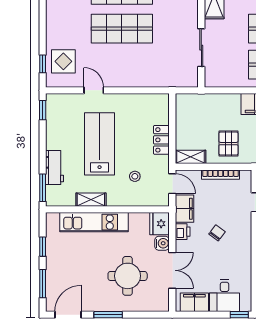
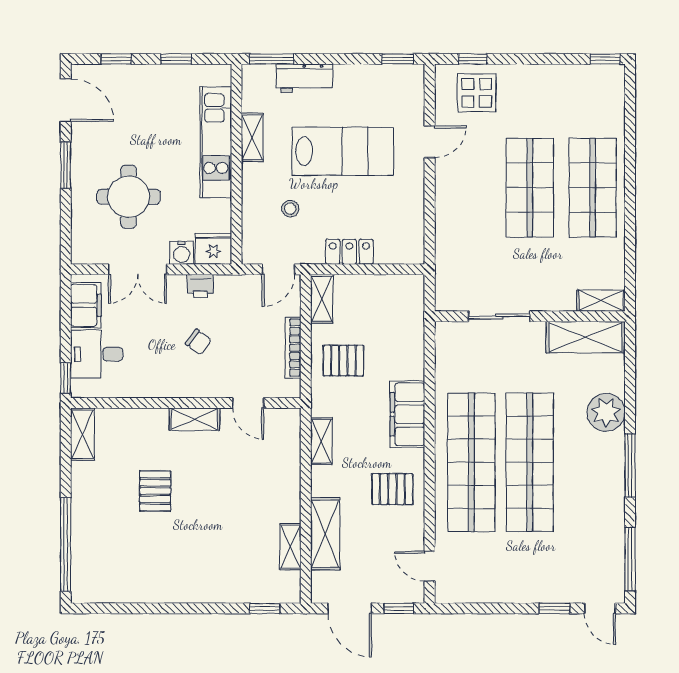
filing cabinet: (184, 209) -> (238, 289), removed
window: (43, 284) -> (116, 59), width x0.67

